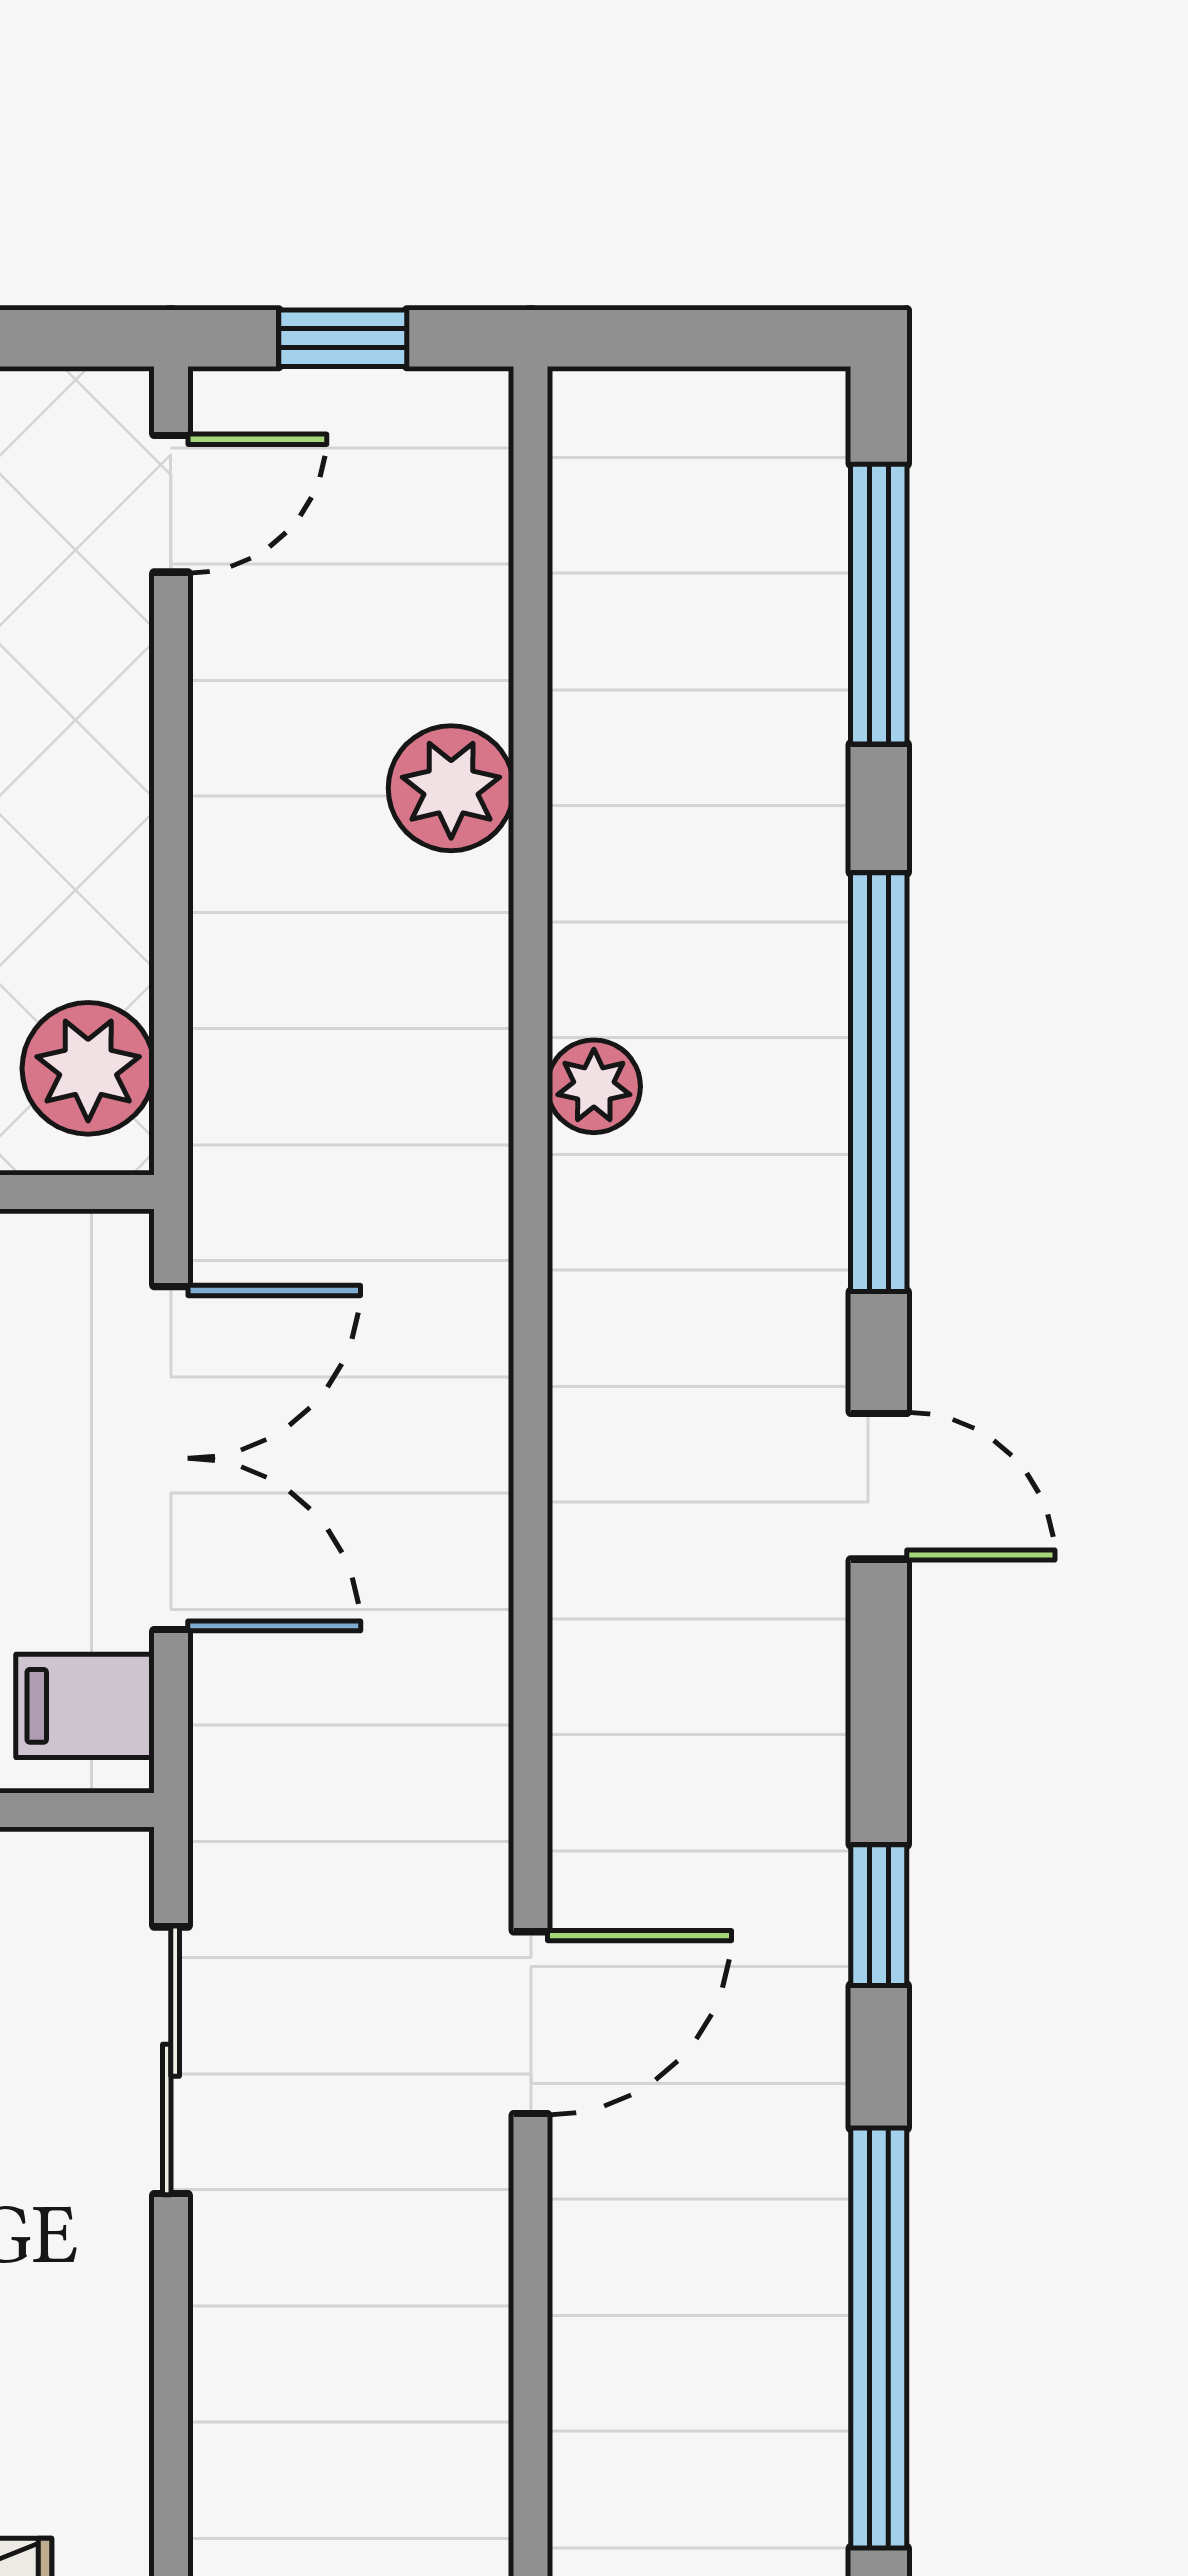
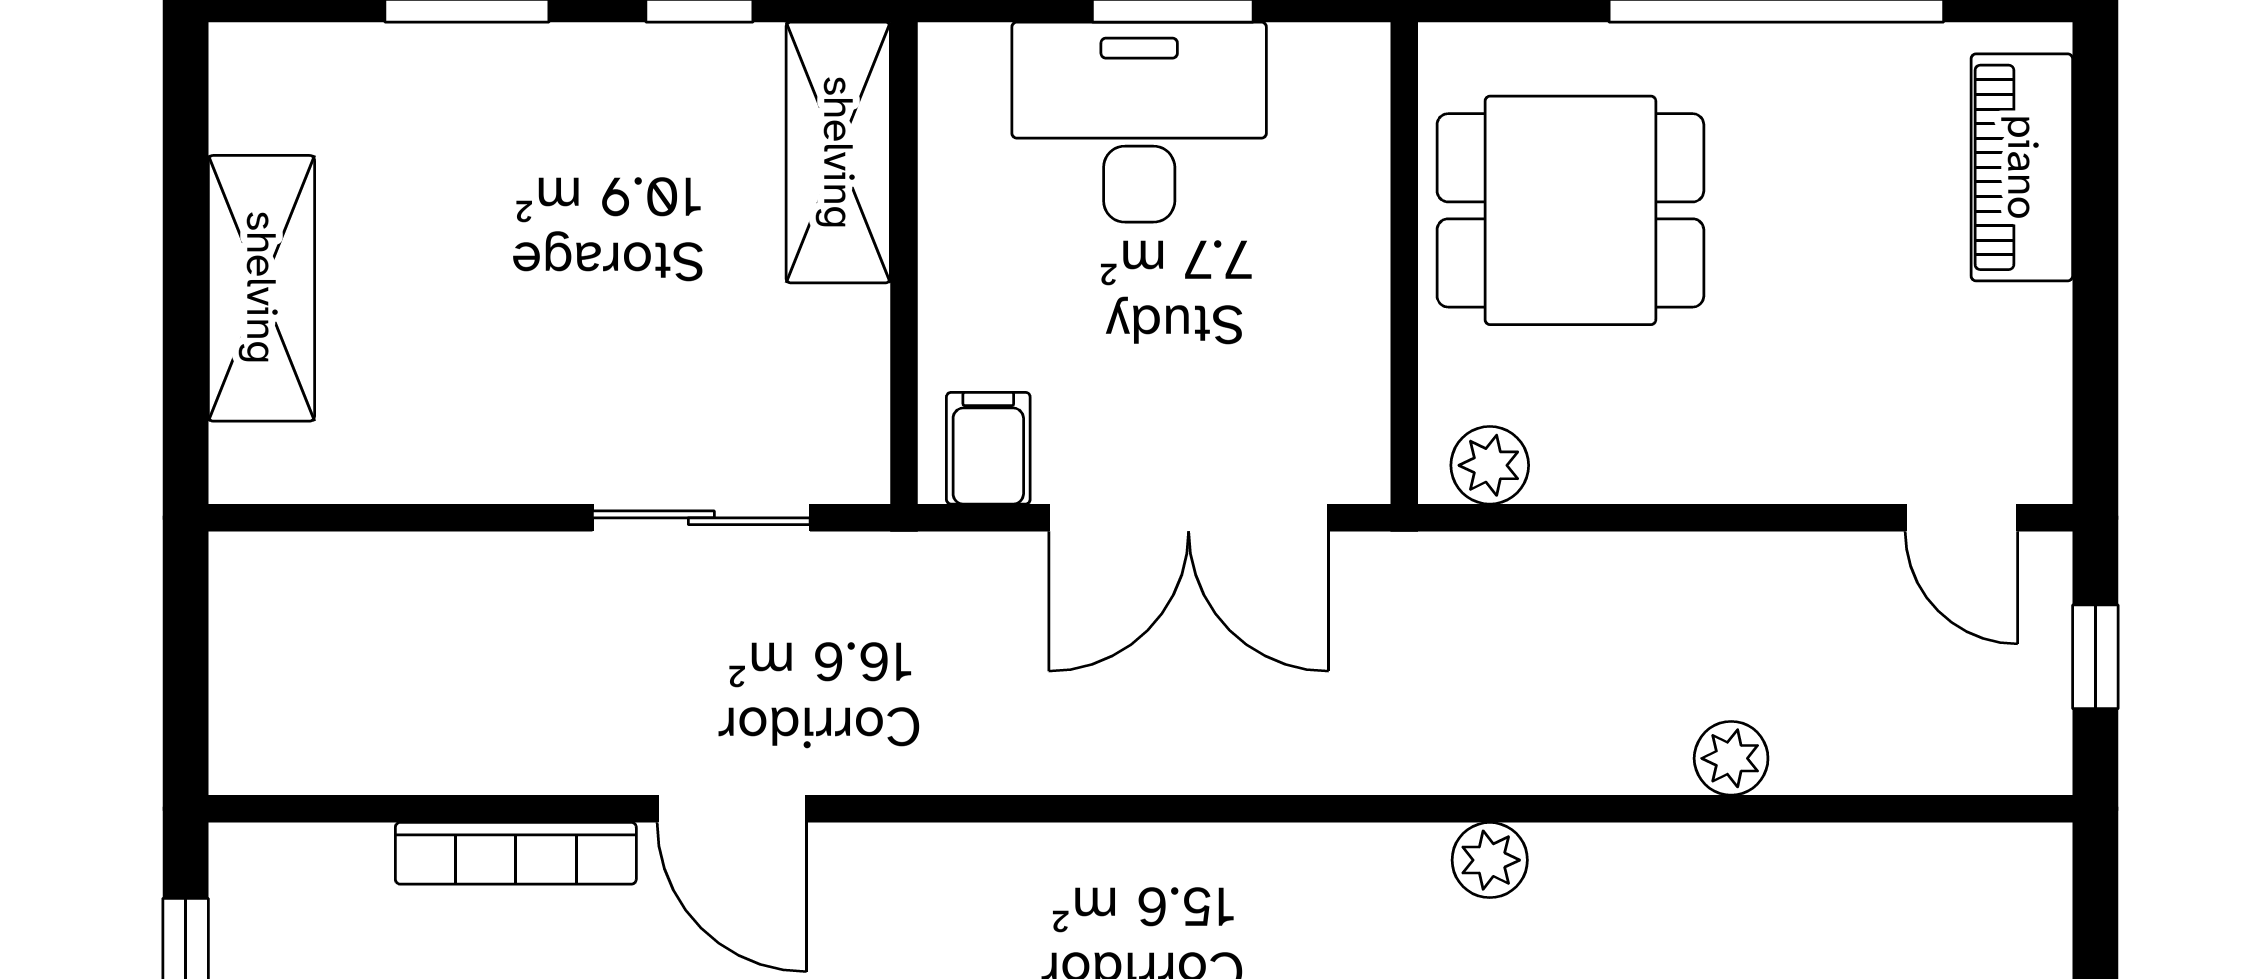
plant: (451, 788) -> (1731, 758), width x0.73, depth x0.73
plant: (88, 1068) -> (1490, 465), width x0.73, depth x0.73
bookcase: (585, 2290) -> (516, 853), added

